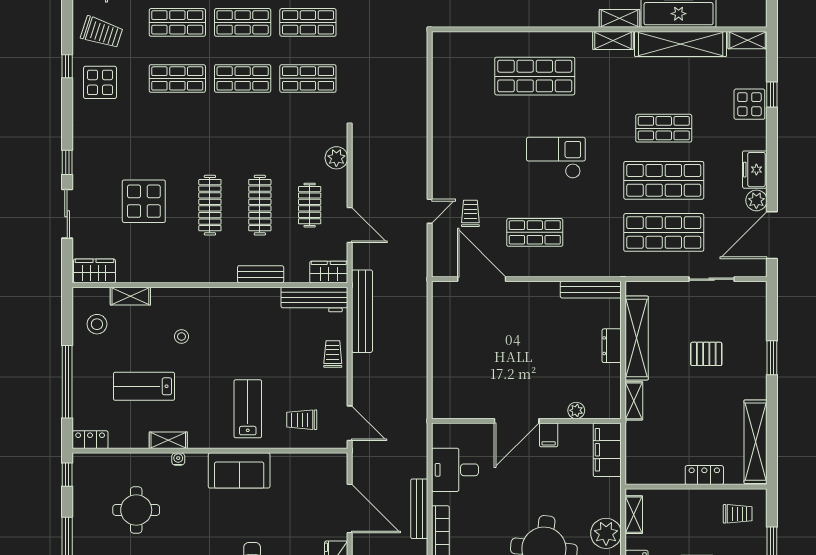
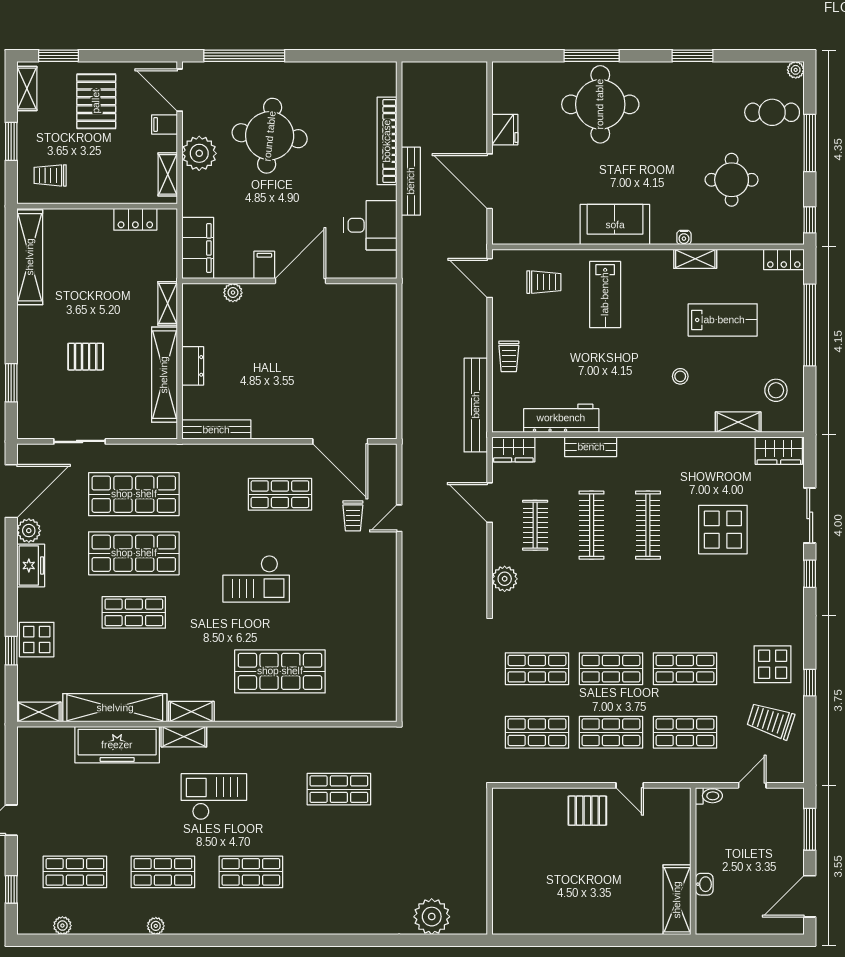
workbench: (314, 299) -> (561, 418), moved
window: (772, 358) -> (11, 383), moved
locker: (704, 475) -> (135, 219), moved

